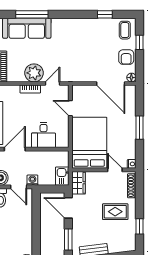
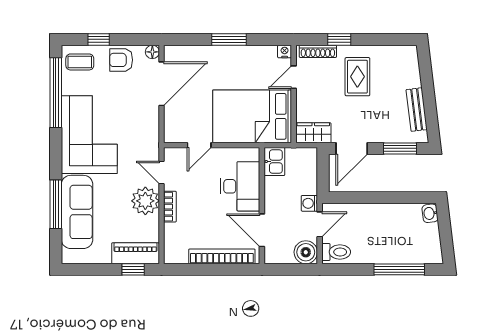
window: (105, 14) -> (56, 93), width x3.17
corner sofa: (77, 36) -> (89, 135), added
armchair: (126, 57) -> (121, 60), turned 180
desk: (44, 135) -> (240, 186), width x1.37
kitchen sink: (62, 176) -> (274, 161), moved, turned -90
window: (140, 226) -> (339, 39), moved

